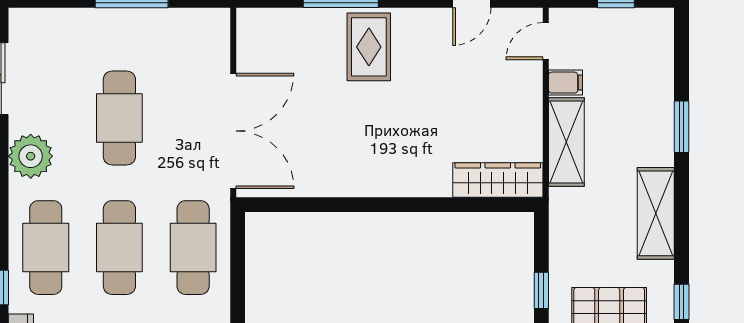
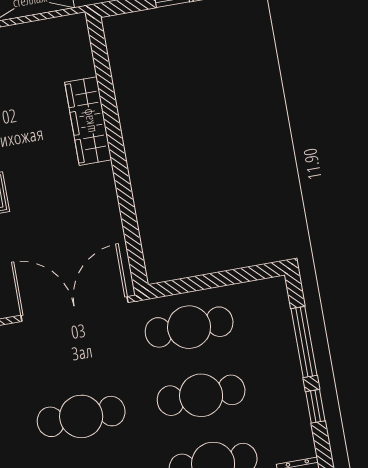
wardrobe: (498, 180) -> (88, 121), moved

